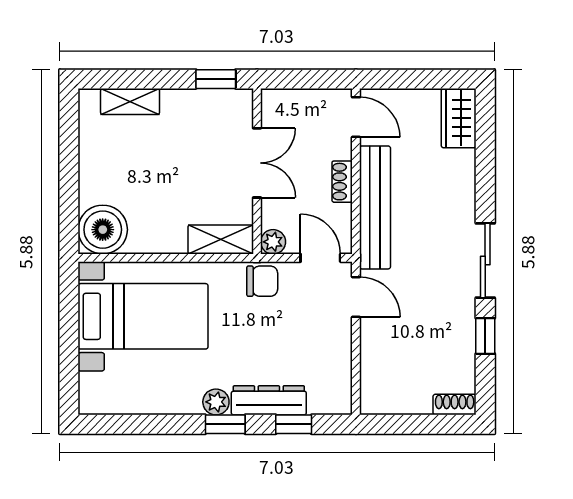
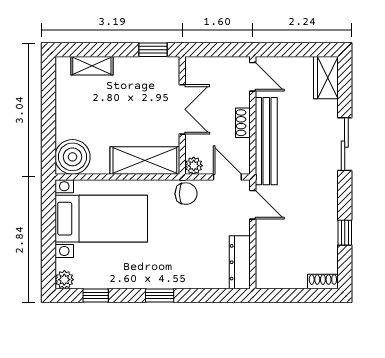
shelving: (221, 239) -> (145, 160), width x1.50, depth x1.33
sliding door: (485, 261) -> (345, 144), moved
dresser: (269, 400) -> (240, 262), moved, turned -90
plant: (216, 402) -> (64, 280), moved
window: (294, 424) -> (96, 295), moved

